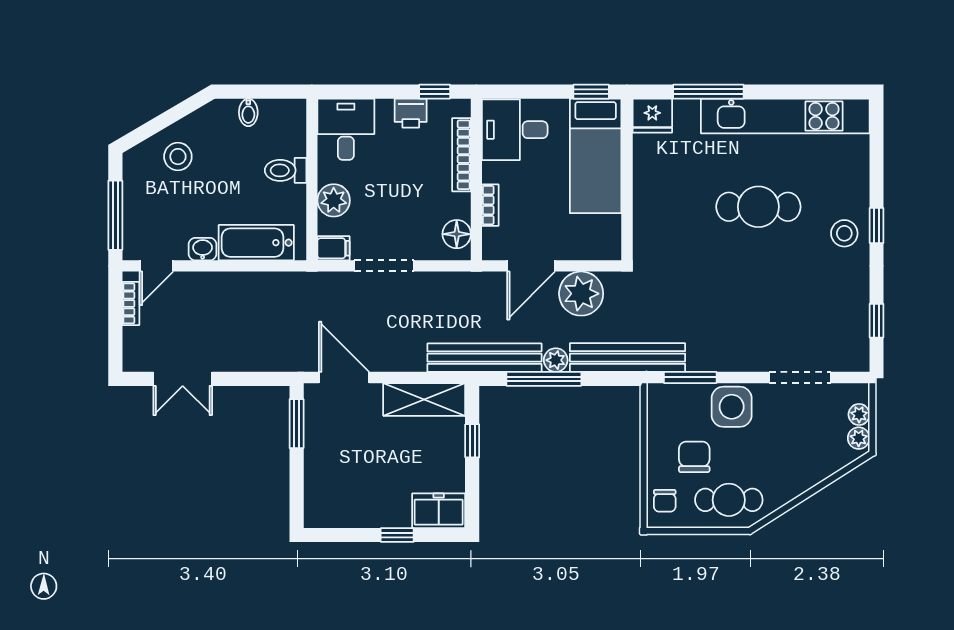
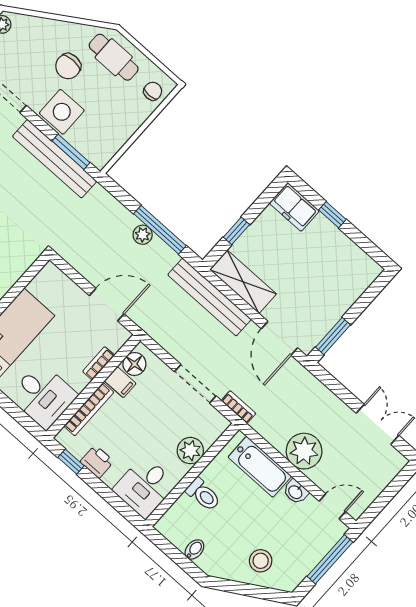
filing cabinet: (334, 248) -> (120, 382), moved, turned 180
plant: (581, 294) -> (304, 451), moved
bookcase: (131, 303) -> (239, 407), moved, turned 90
bench: (484, 358) -> (209, 297), moved
bench: (627, 358) -> (55, 159), moved
chair: (694, 457) -> (68, 66), moved

